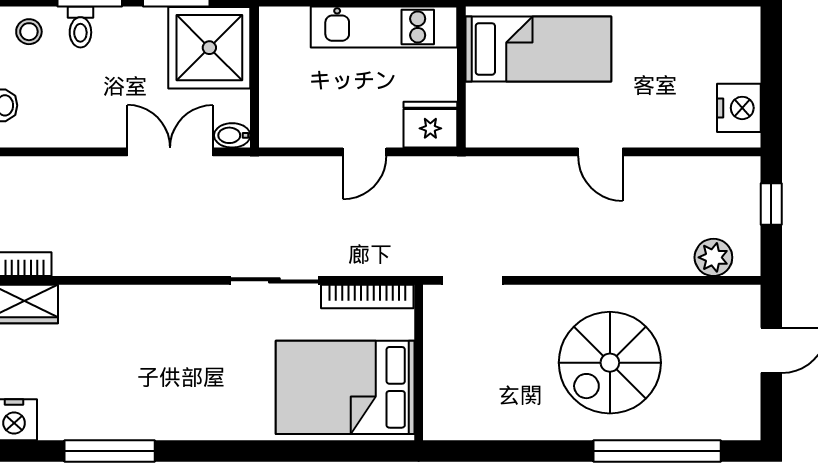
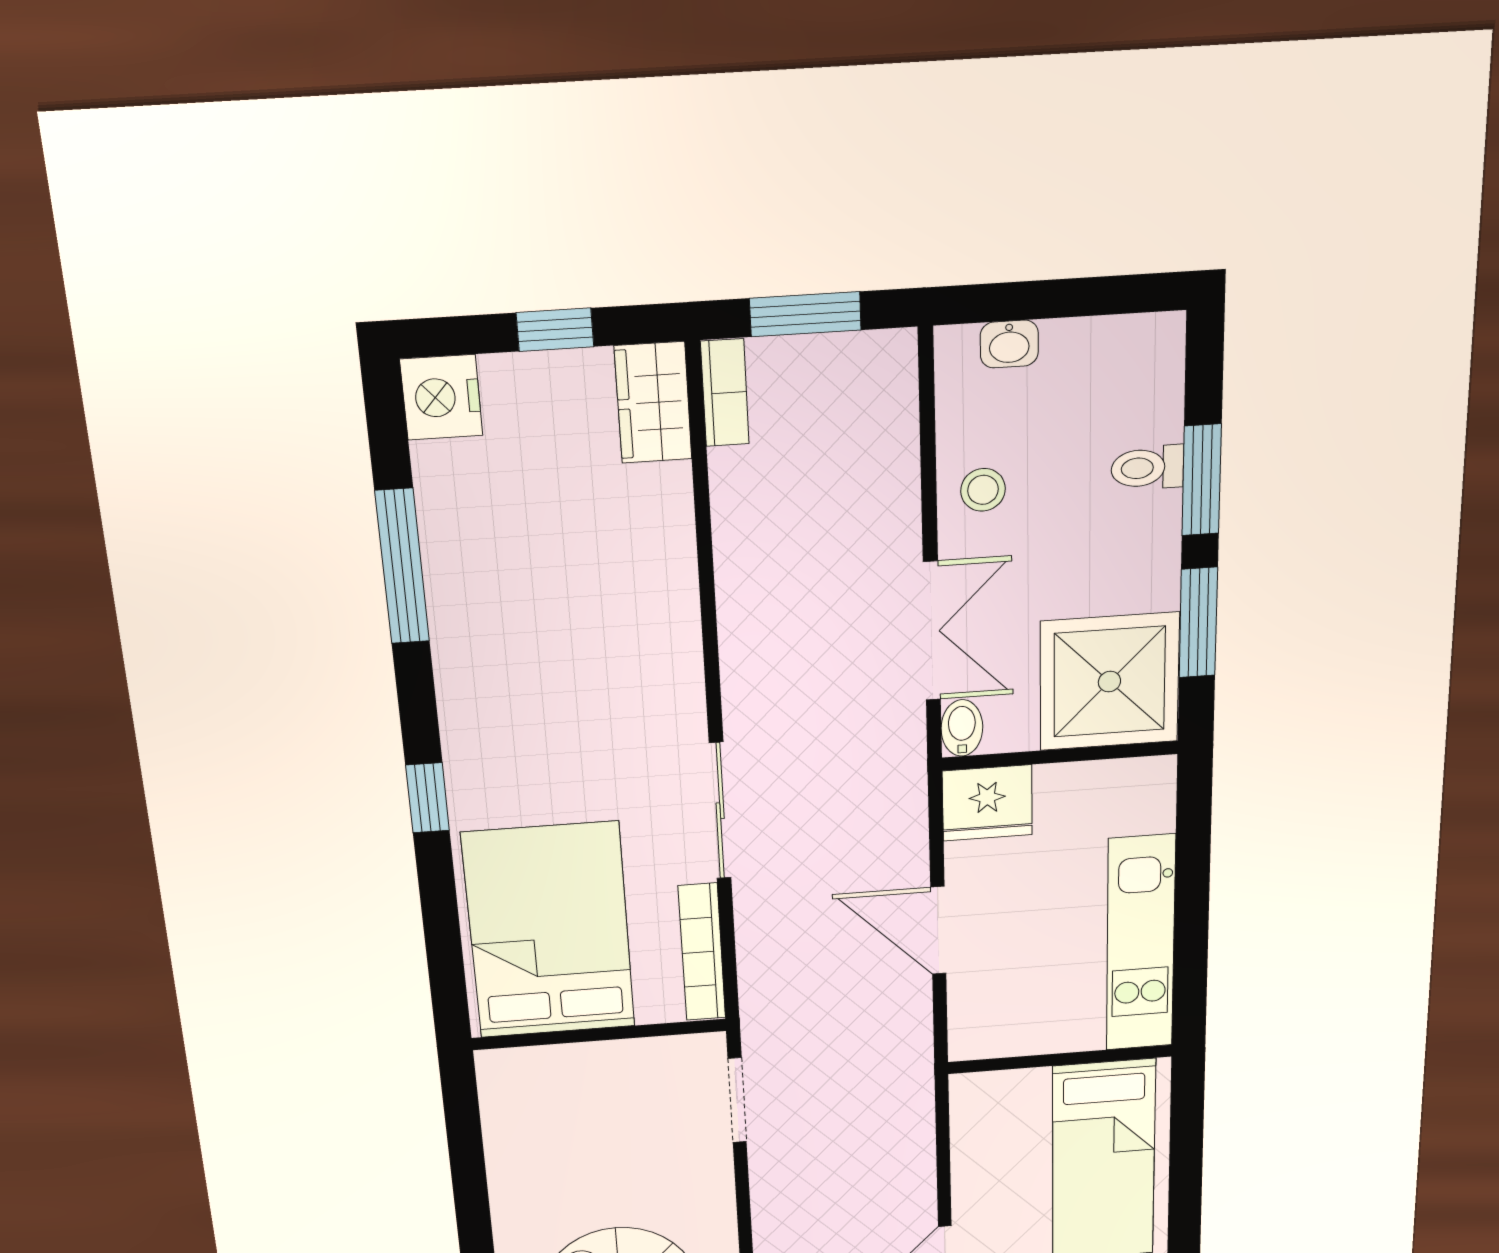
stool: (29, 32) -> (983, 490), moved
fridge: (430, 125) -> (987, 803), moved, turned 90
door: (365, 152) -> (938, 930), width x1.38
window: (252, 451) -> (428, 798), added

